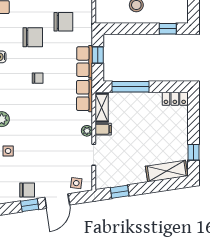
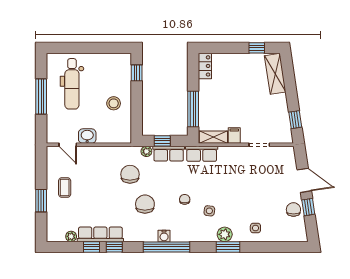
plant: (87, 131) -> (146, 151), moved
side table: (76, 183) -> (209, 211), moved

